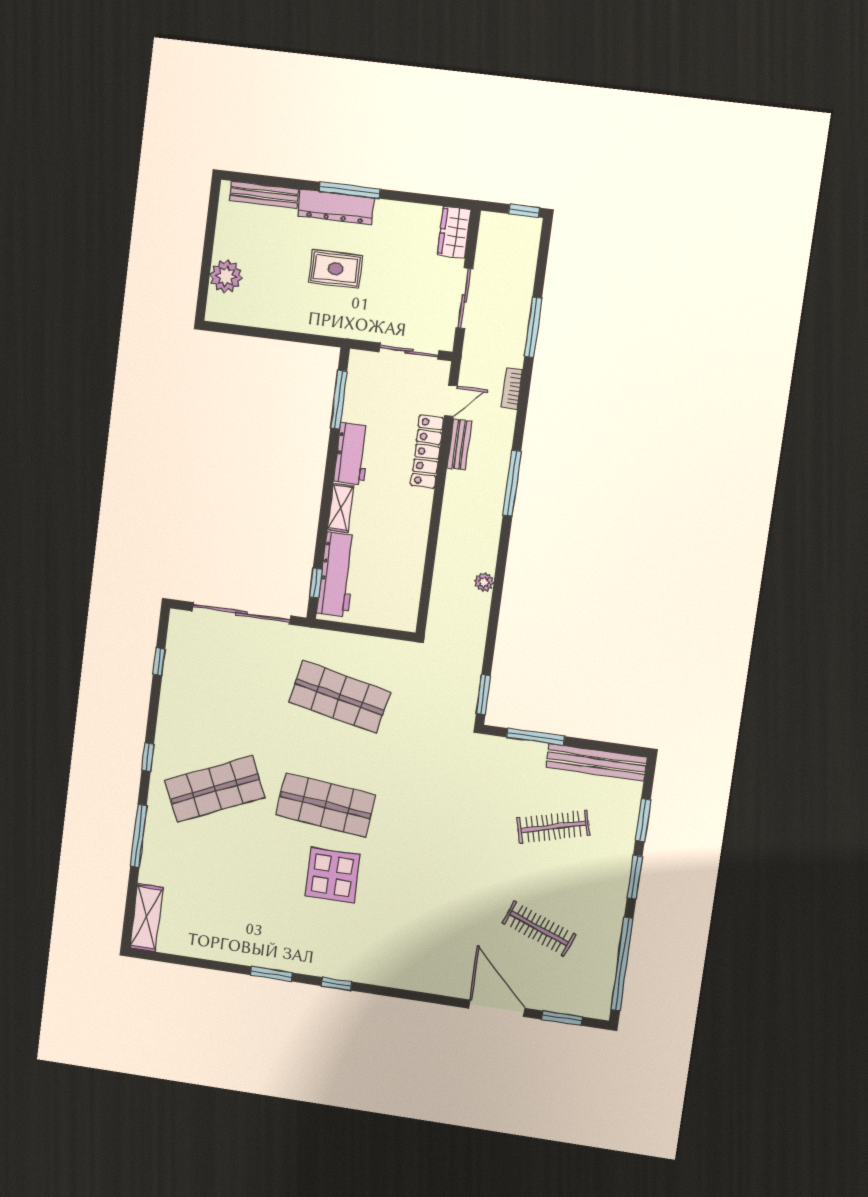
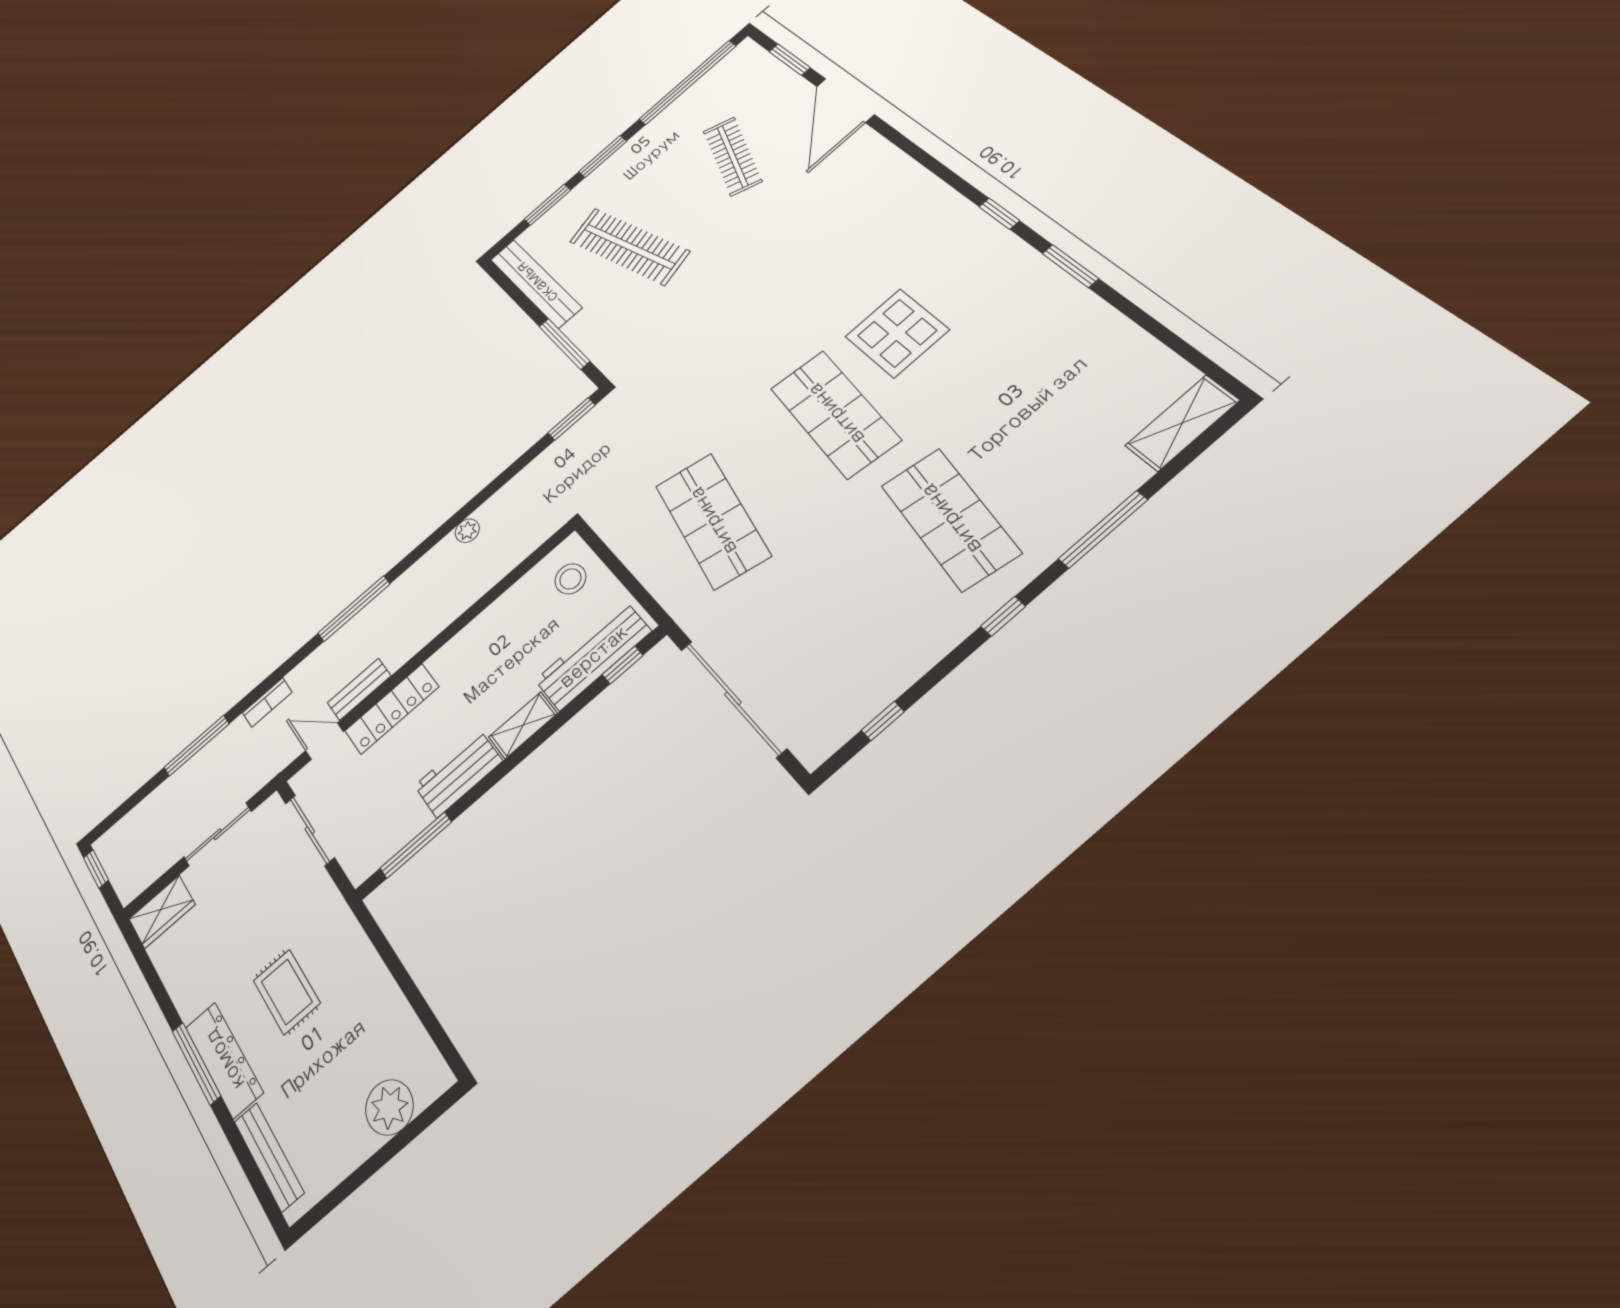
stool: (391, 604) -> (570, 579), added
shop shelf: (215, 789) -> (950, 519), turned 33
clothes rail: (553, 827) -> (629, 246), width x1.37, depth x1.31

